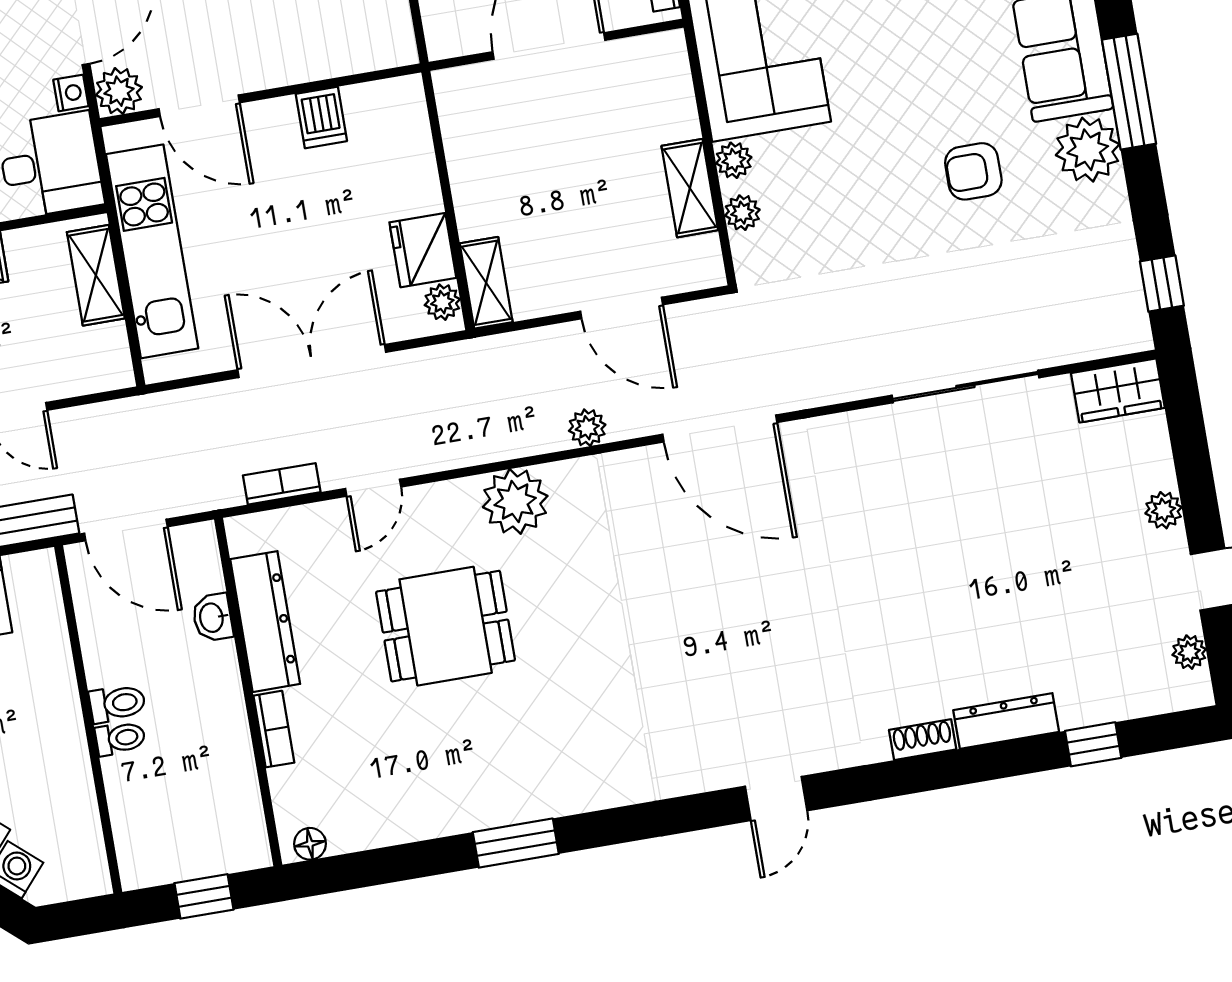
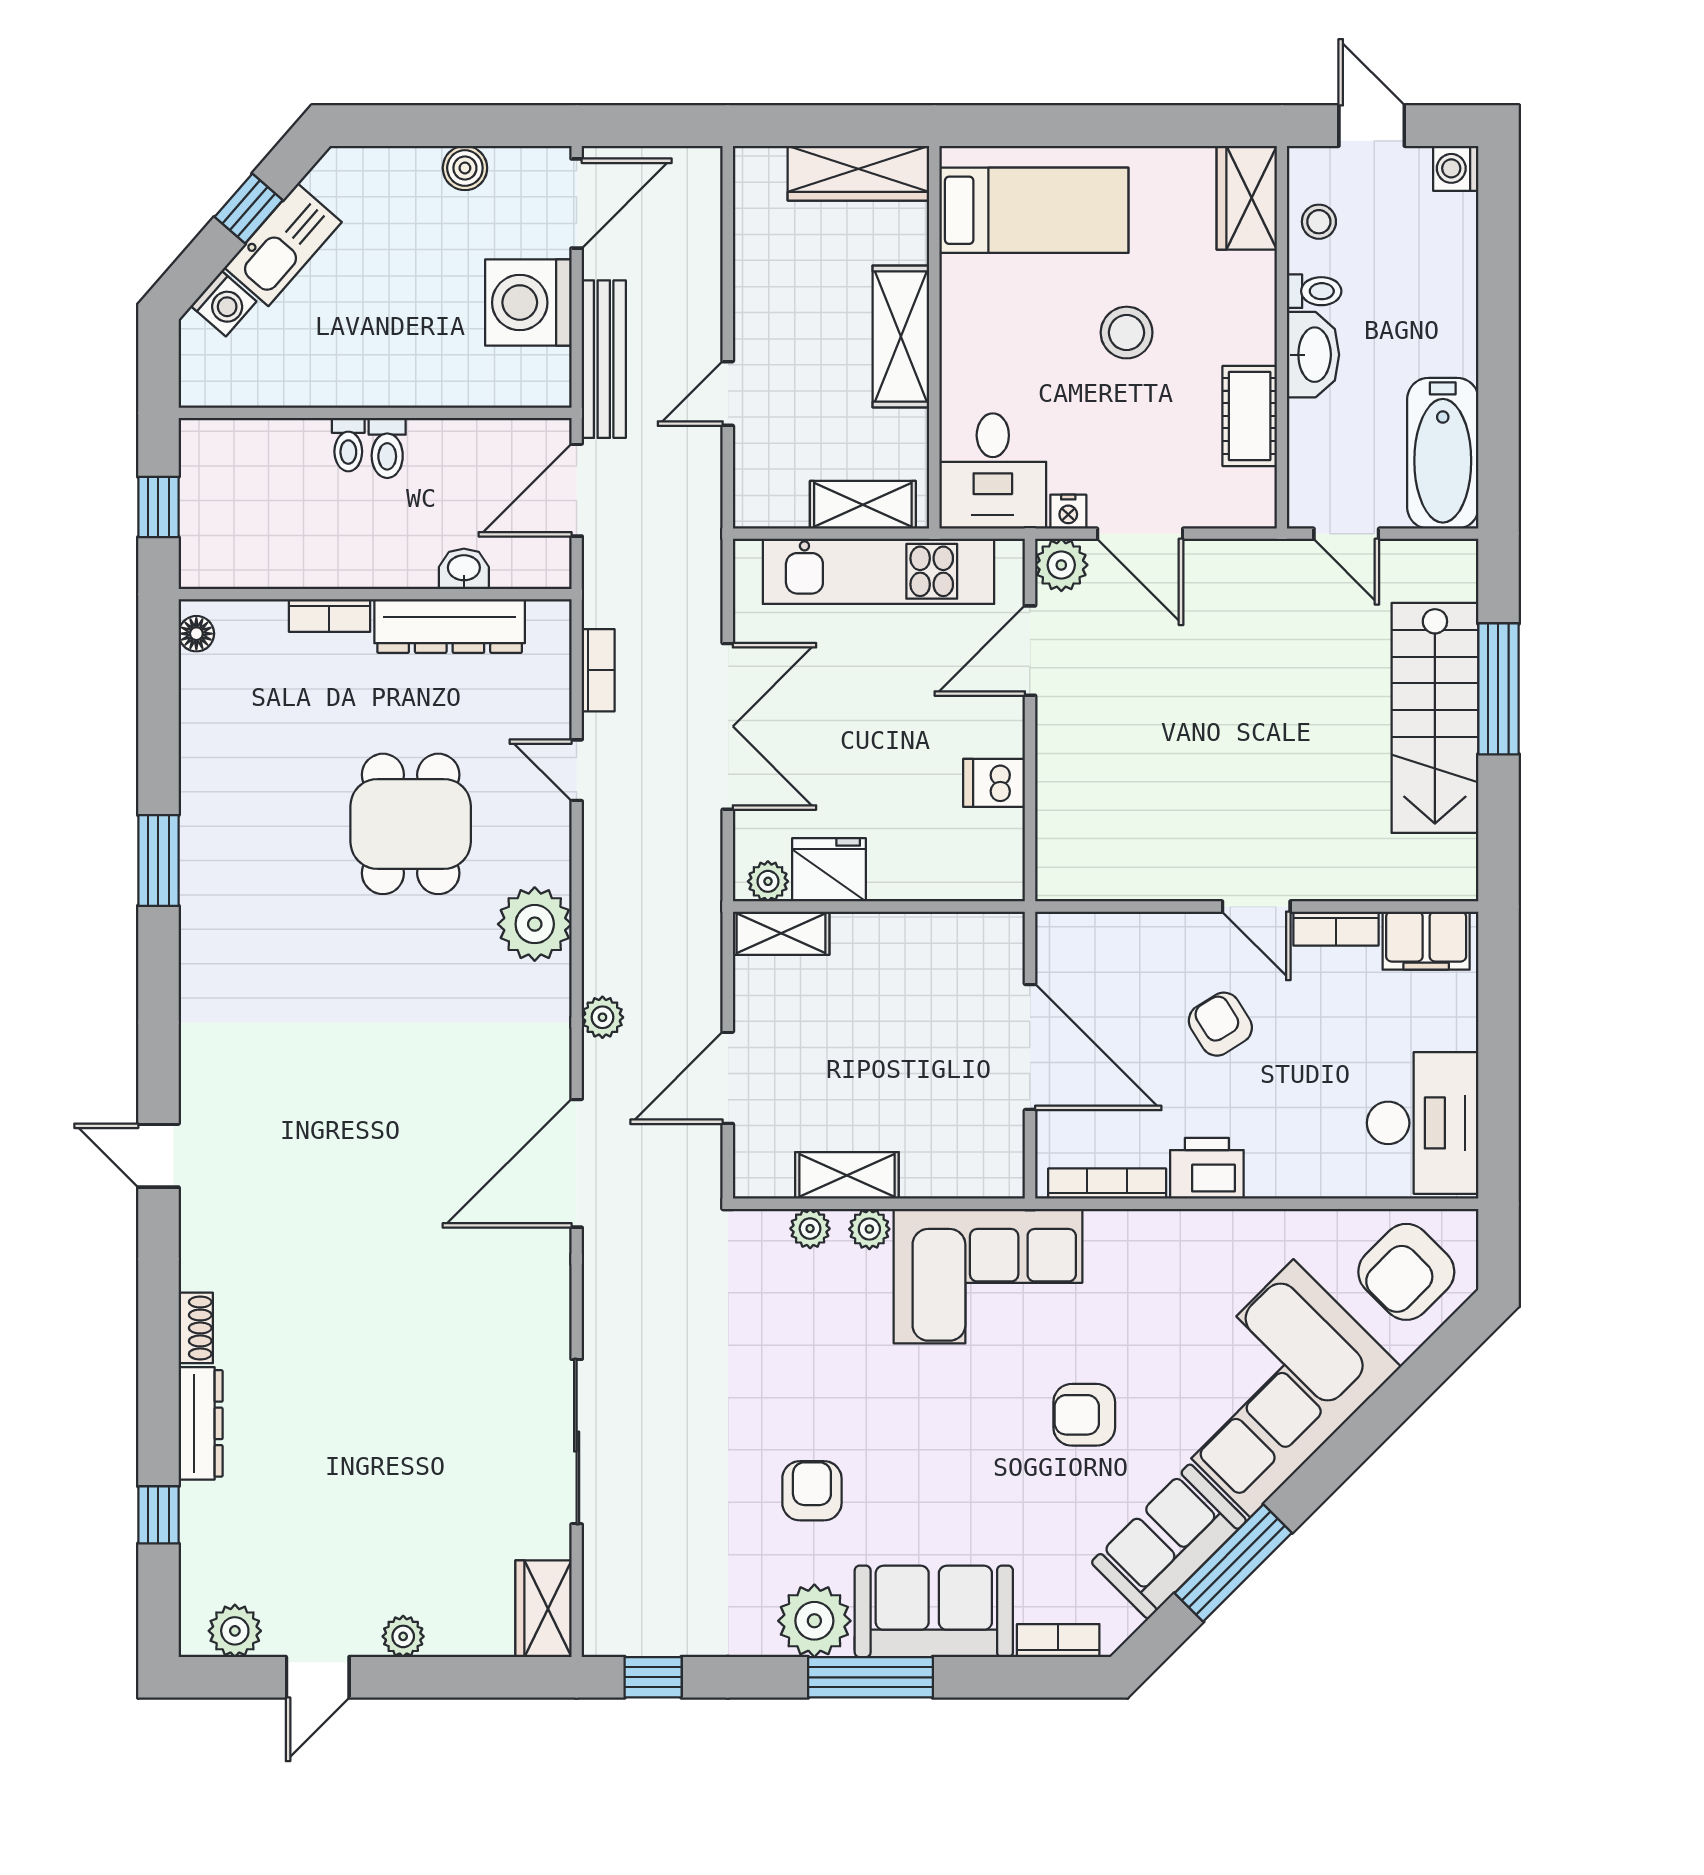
plant: (1189, 652) -> (235, 1631), width x1.38, depth x1.38

